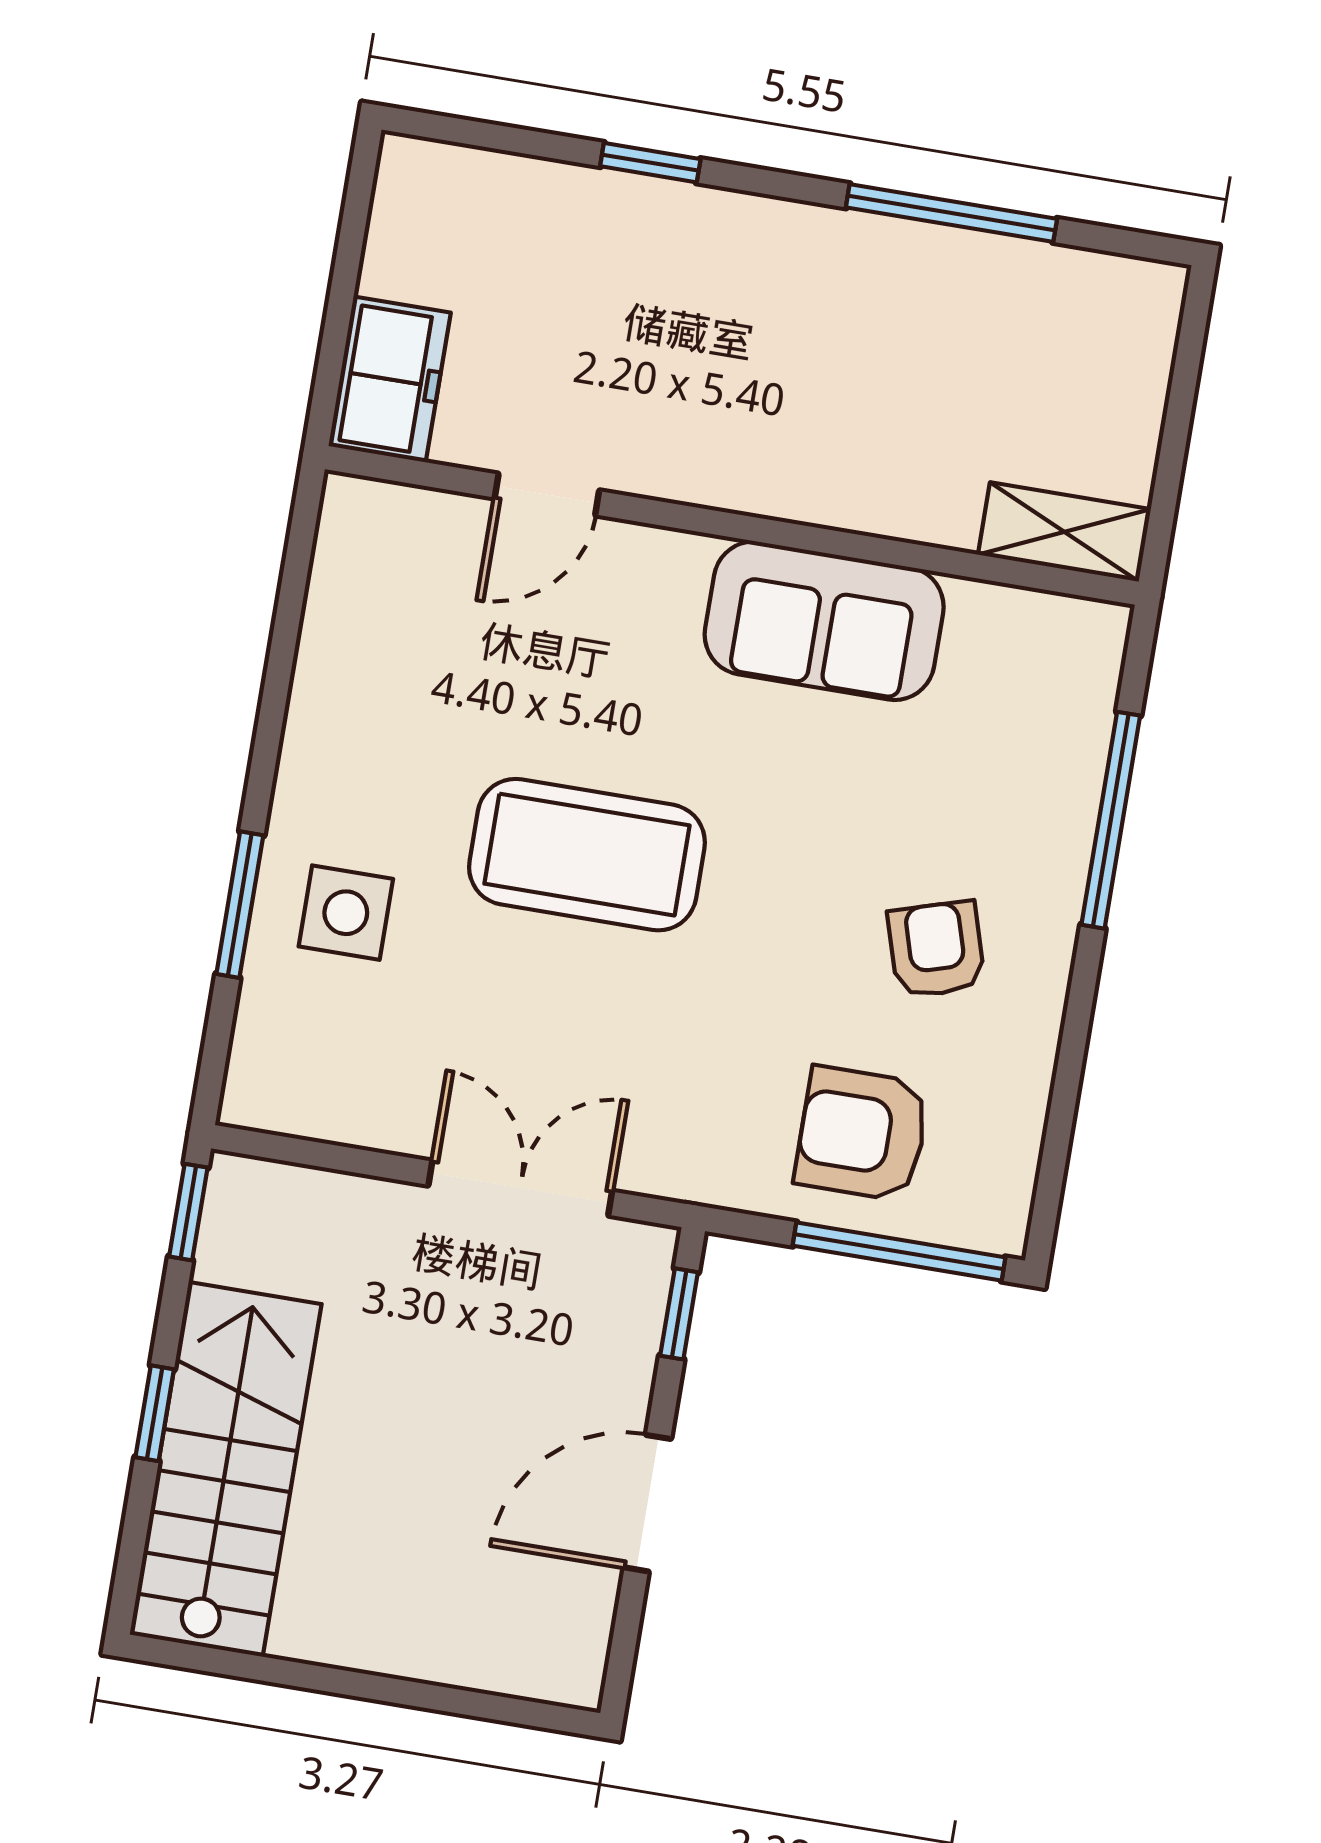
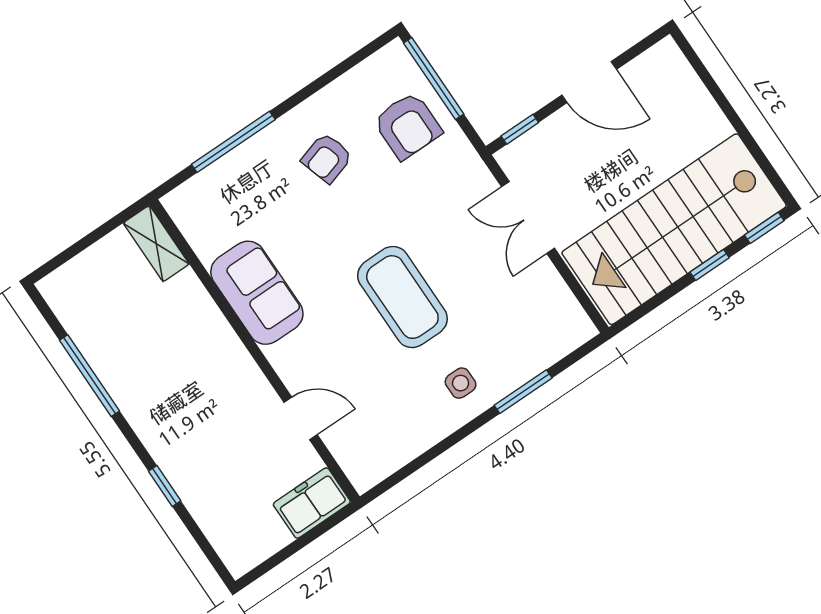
side table: (346, 913) -> (461, 383), moved, width x0.73, depth x0.73
window: (188, 1212) -> (764, 228), moved
stairs: (226, 1469) -> (674, 229), width x1.36, depth x1.51

